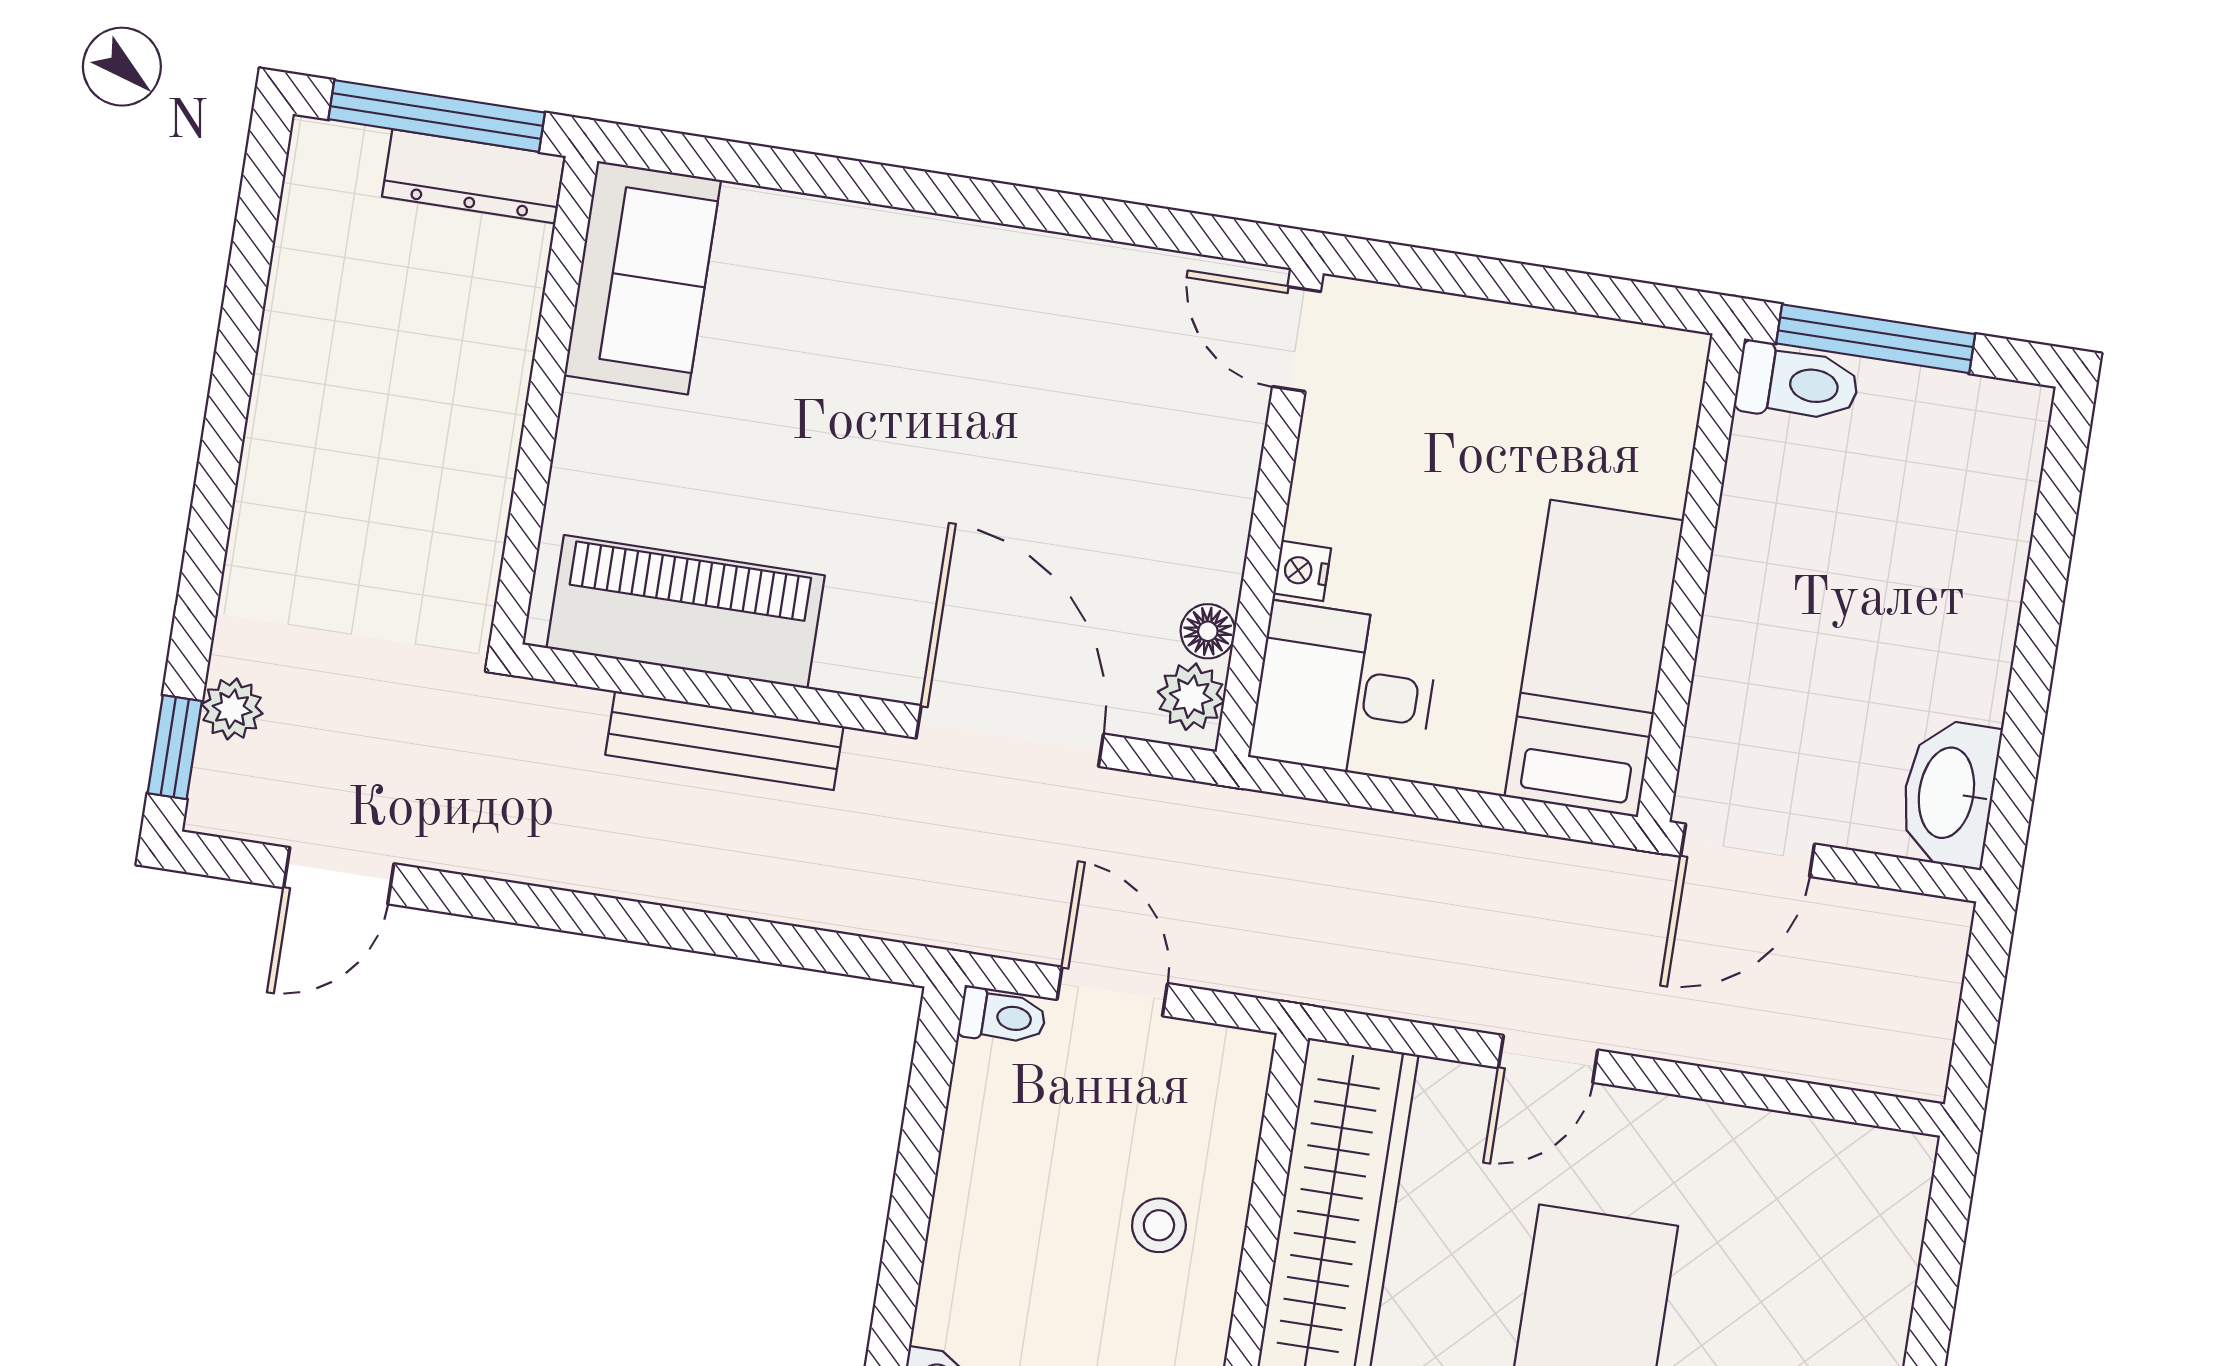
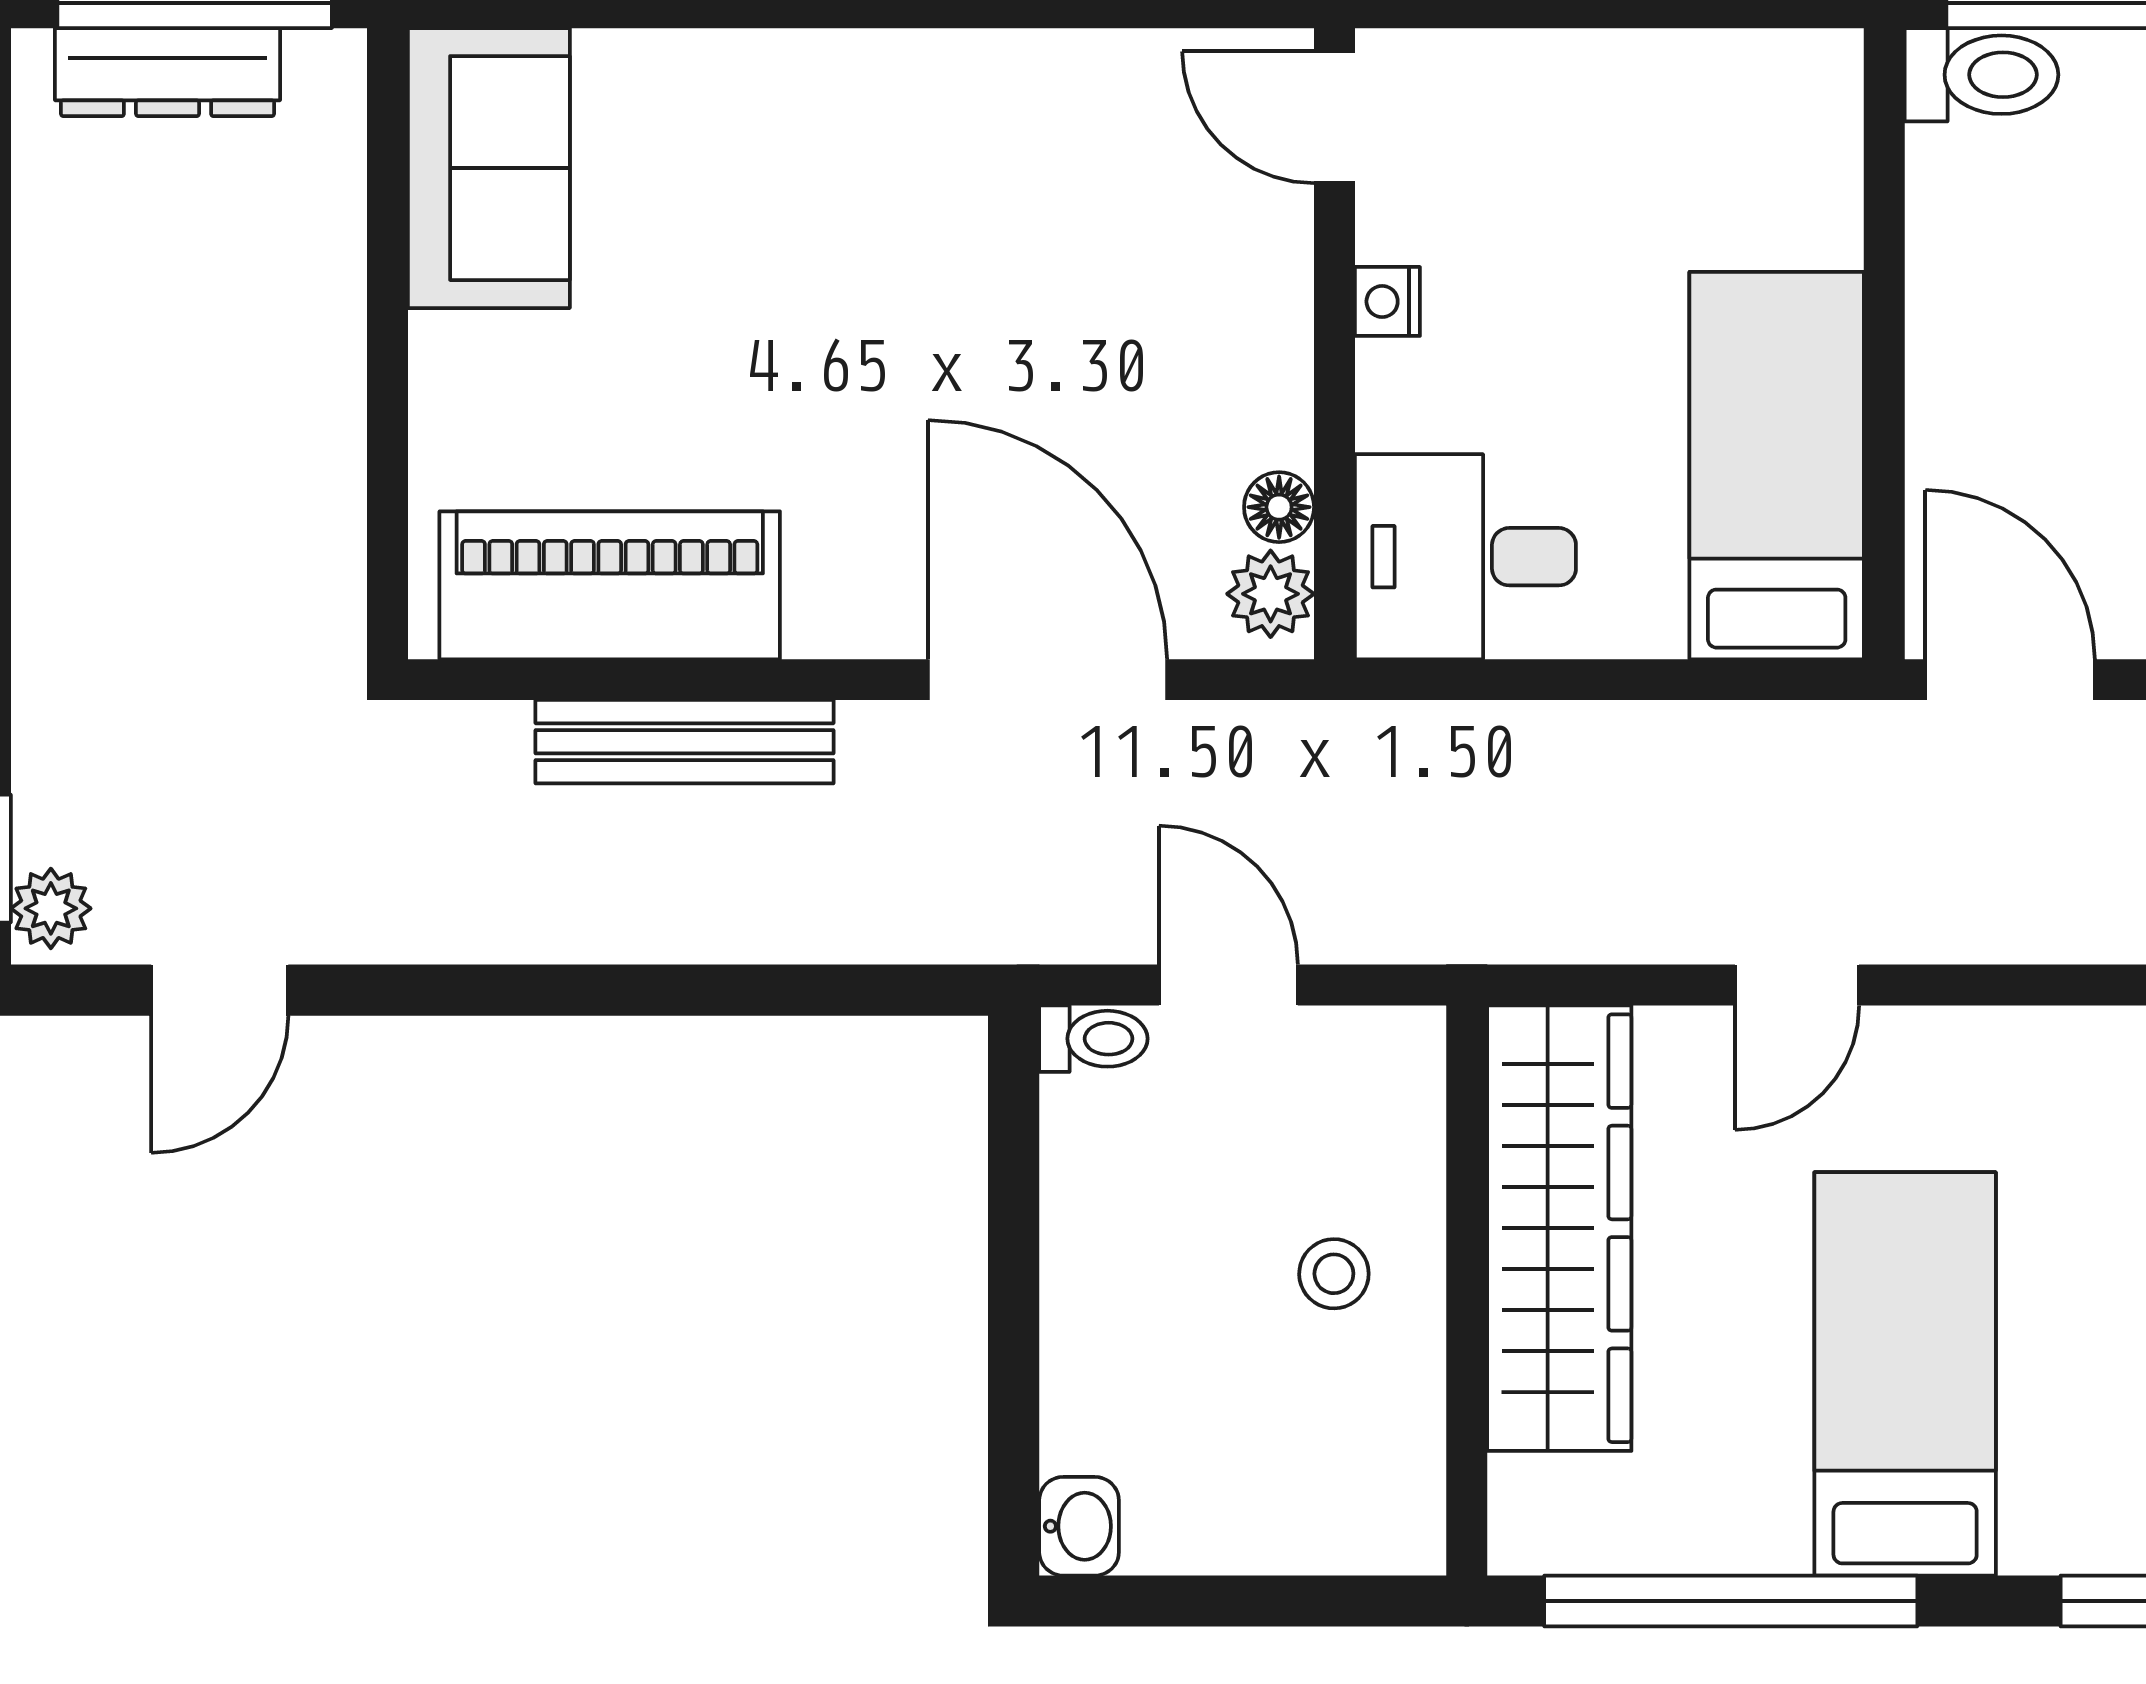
dresser: (473, 176) -> (167, 72), moved
nightstand: (1302, 571) -> (1387, 301), moved
plant: (232, 709) -> (51, 908), moved
door: (1748, 850) -> (2010, 680), swing flipped

